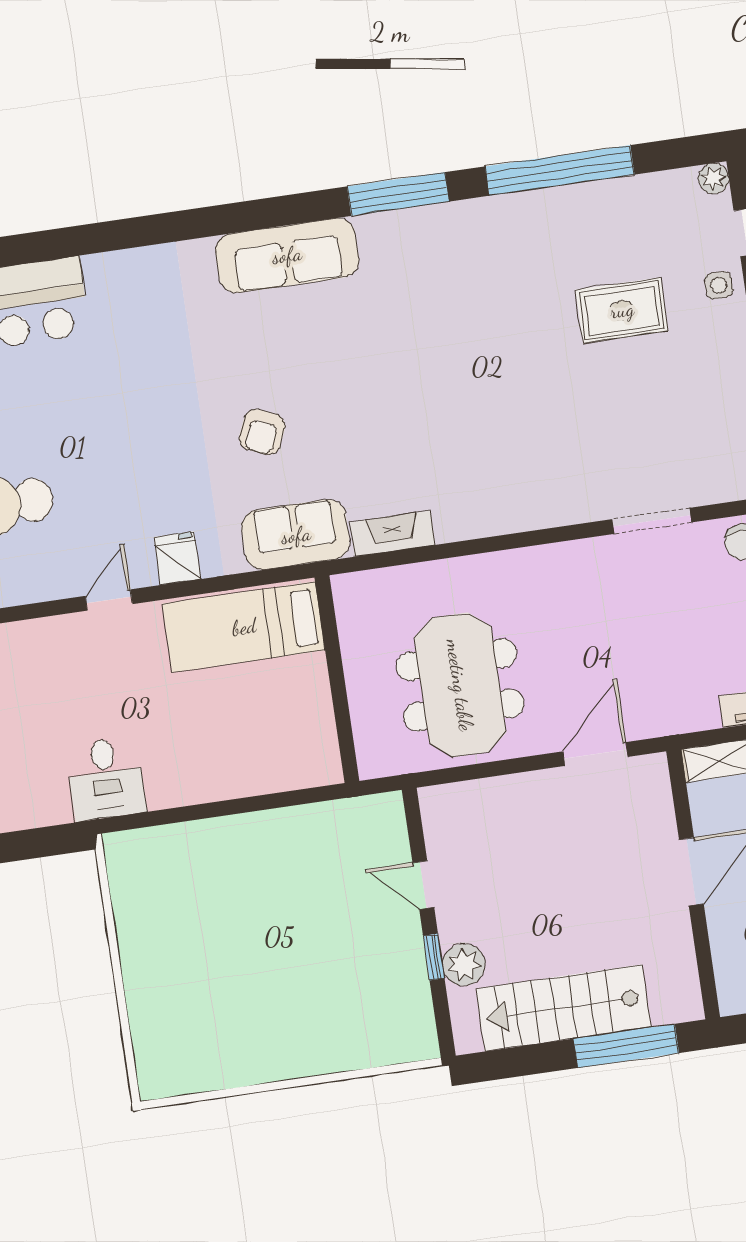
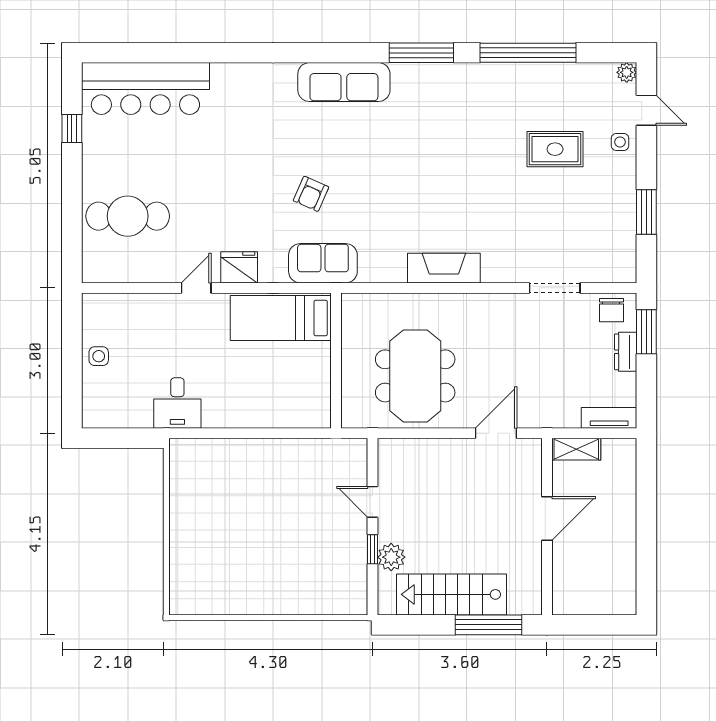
fireplace: (392, 534) -> (444, 268), moved, width x1.37, depth x1.32
fridge: (177, 558) -> (239, 267), width x1.38

